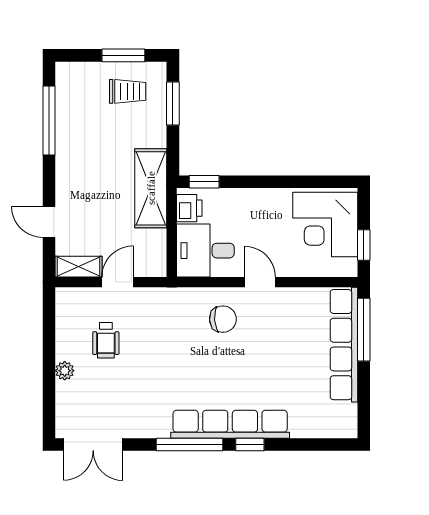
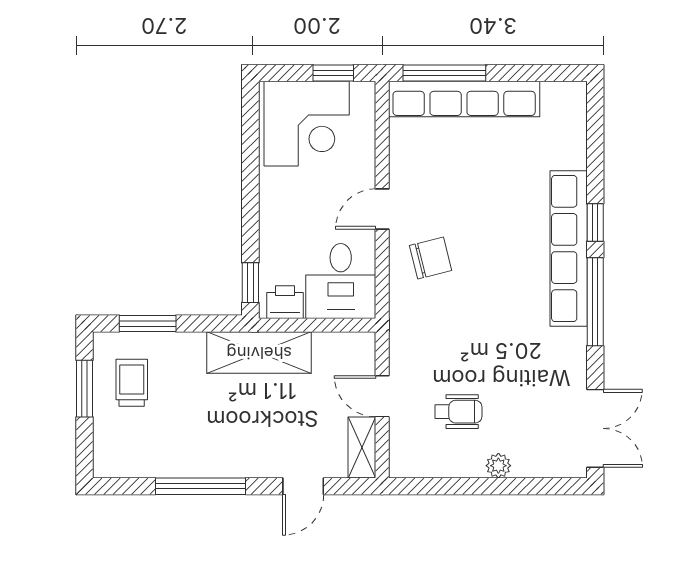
window: (49, 121) -> (201, 486), moved
chair: (223, 319) -> (431, 258), turned 80

